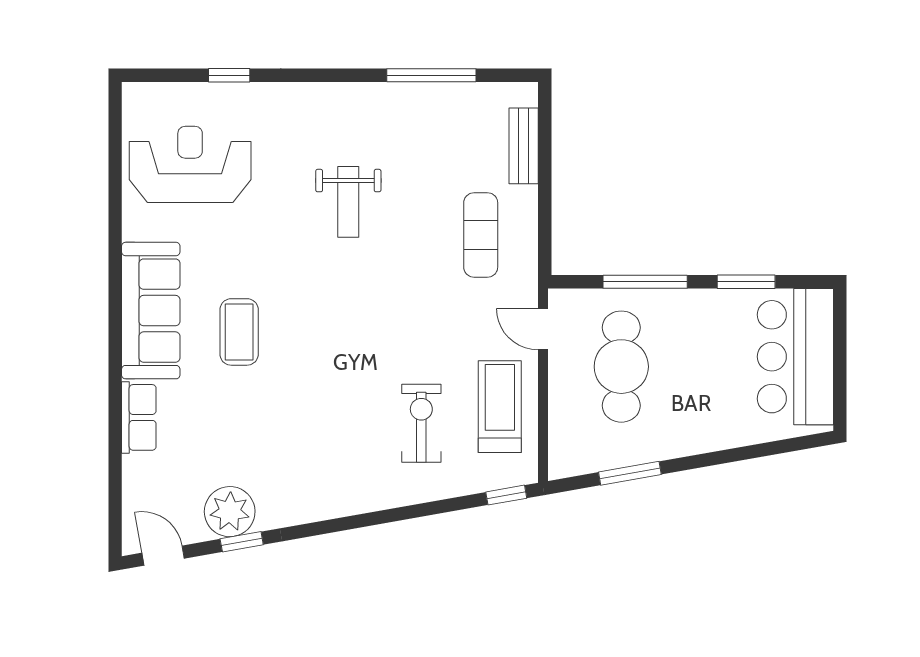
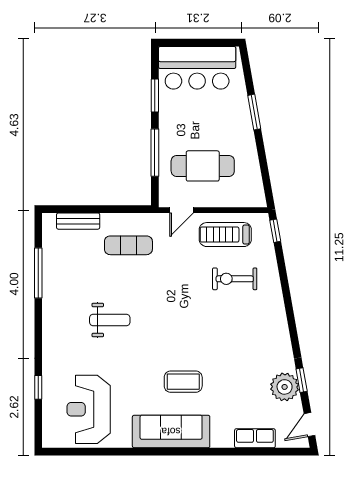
row of seats: (139, 417) -> (255, 438), moved
window: (630, 473) -> (254, 112), moved

